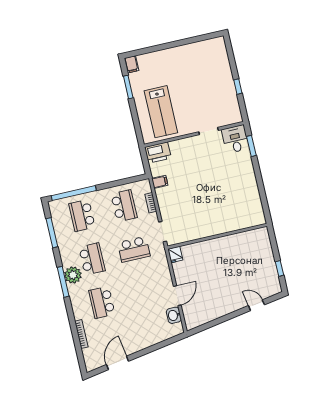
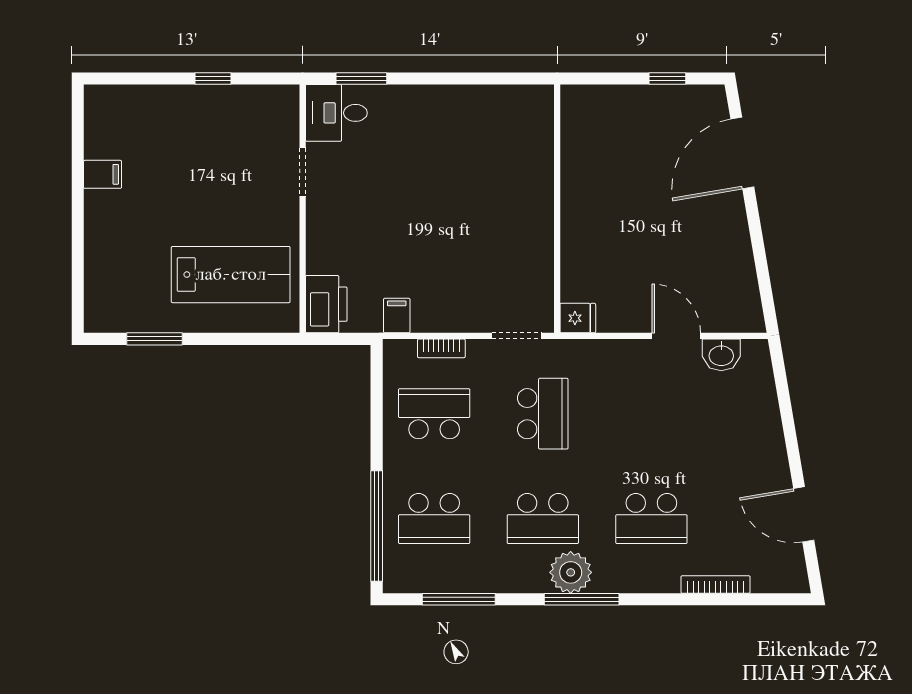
filing cabinet: (132, 64) -> (102, 174), moved
school desk: (92, 259) -> (543, 519), turned 180
door: (256, 305) -> (742, 153), width x1.88

